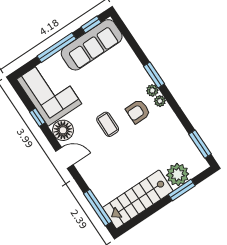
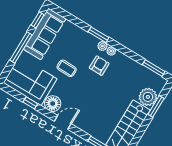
armchair: (138, 111) -> (99, 66), turned 180
coffee table: (108, 124) -> (67, 68), moved

